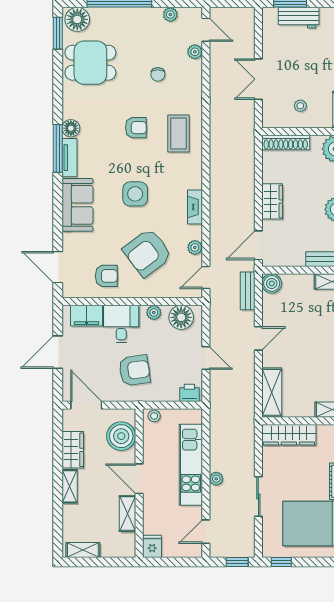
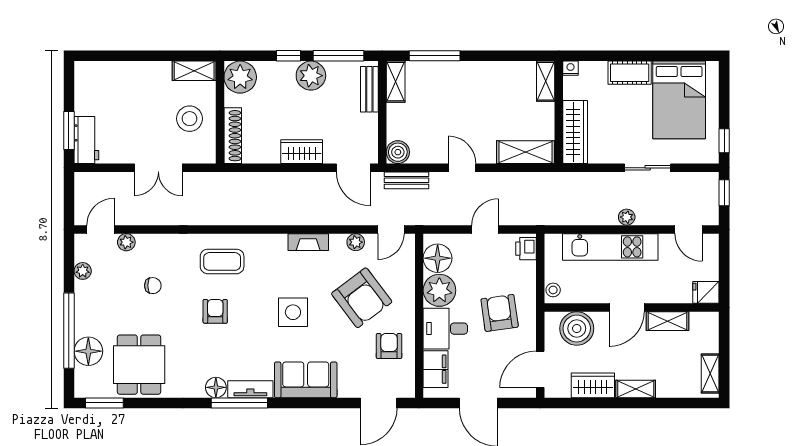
workbench: (299, 18) -> (86, 140), moved
floor lamp: (77, 19) -> (88, 351), moved
stool: (300, 106) -> (190, 119), width x1.89, depth x1.89
door: (206, 278) -> (391, 229), hinge flipped
plant: (154, 313) -> (439, 290), width x1.87, depth x1.87

